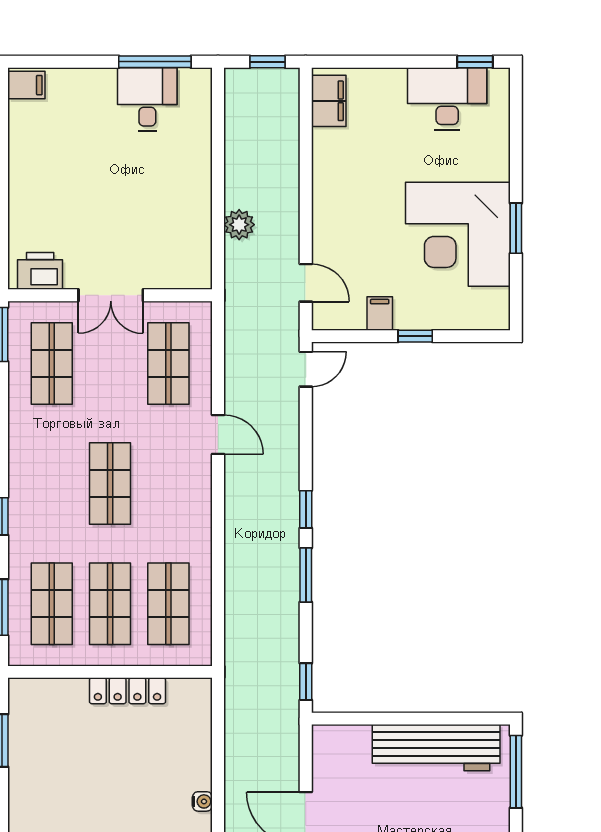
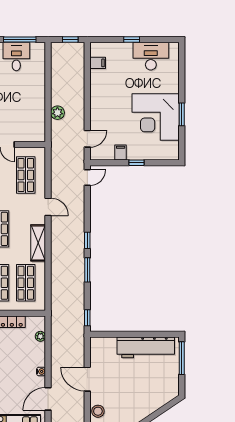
window: (475, 62) -> (132, 40), moved
filing cabinet: (329, 101) -> (98, 63), width x0.50
door: (306, 283) -> (87, 139), hinge flipped
shelving: (196, 515) -> (38, 243), added
plant: (201, 723) -> (40, 336), added

